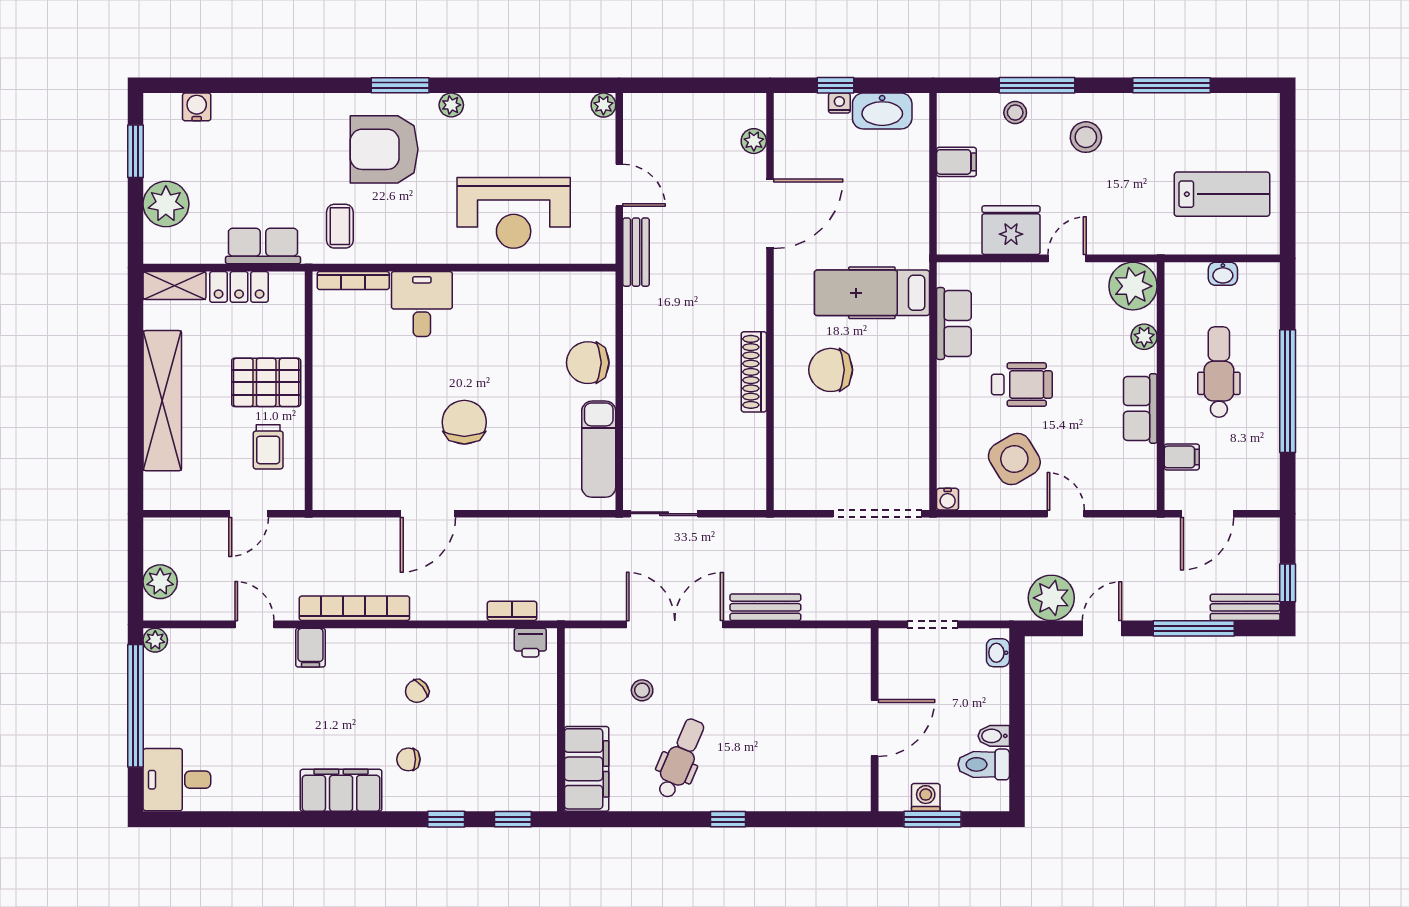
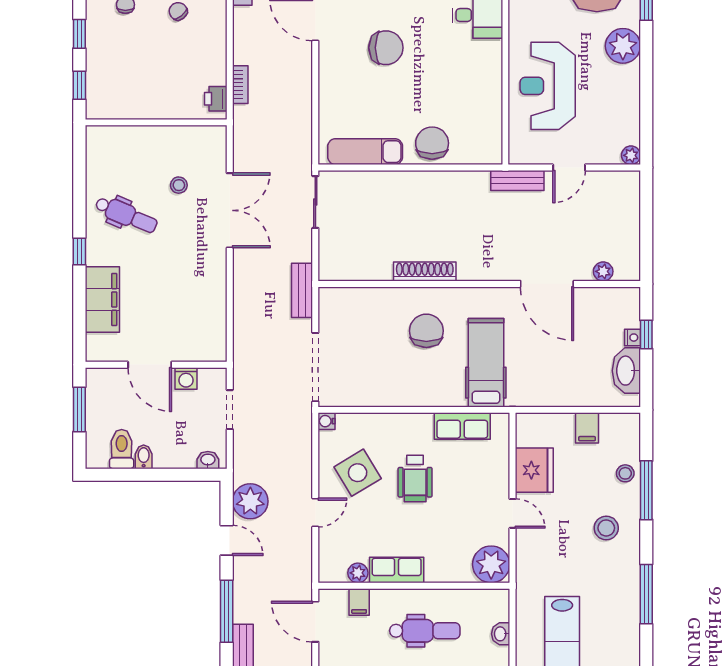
plant: (451, 105) -> (623, 46), width x1.87, depth x1.87
plant: (1144, 337) -> (358, 573), moved
bench: (765, 607) -> (302, 290), moved
filing cabinet: (587, 769) -> (102, 300), moved, turned -90
washing machine: (926, 797) -> (186, 378), moved, turned 90

